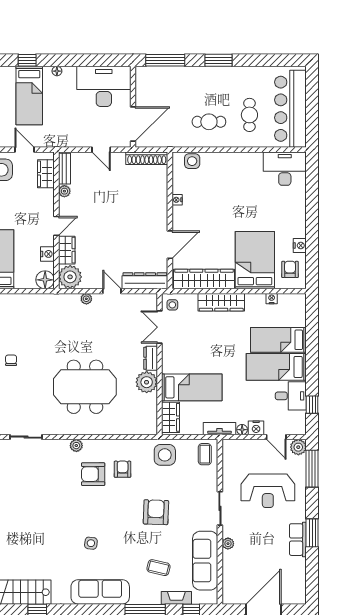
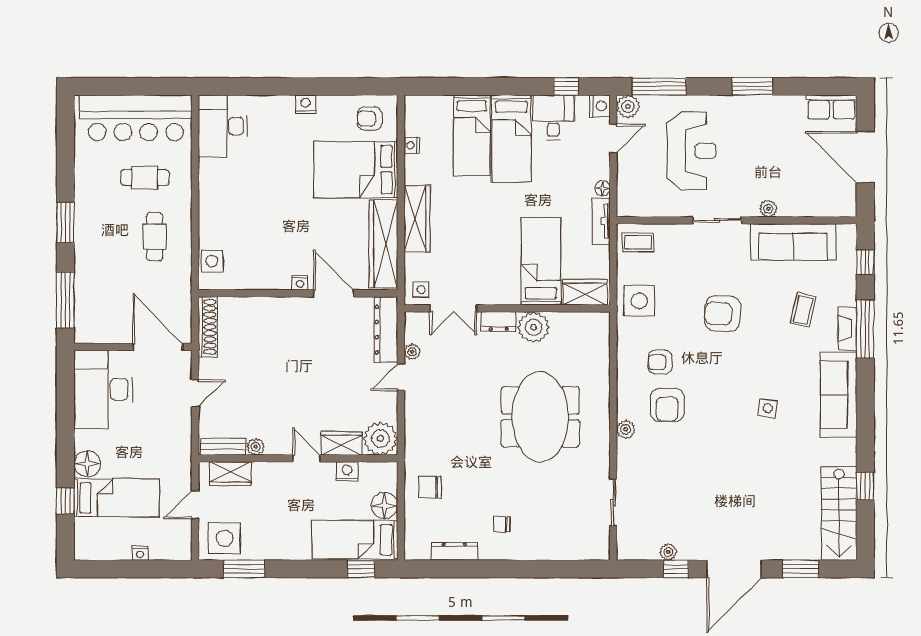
floor lamp: (57, 71) -> (87, 464), width x1.89, depth x1.89
nightstand: (177, 200) -> (300, 283), moved
nightstand: (300, 245) -> (306, 104), moved
floor lamp: (45, 280) -> (385, 505), moved
plant: (86, 299) -> (412, 352), moved
chair: (37, 311) -> (430, 487), added
nightstand: (256, 428) -> (600, 106), moved
row of seats: (298, 540) -> (831, 107), moved
fireplace: (176, 598) -> (847, 329), moved

